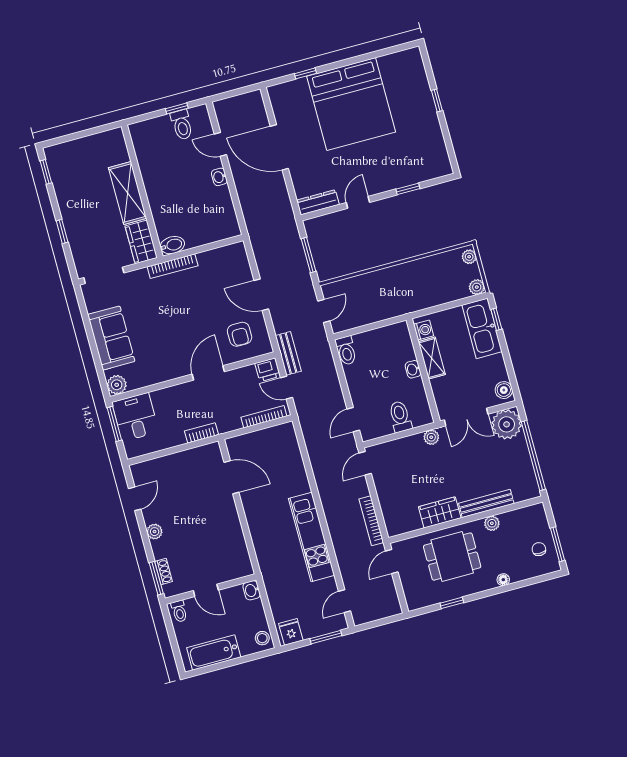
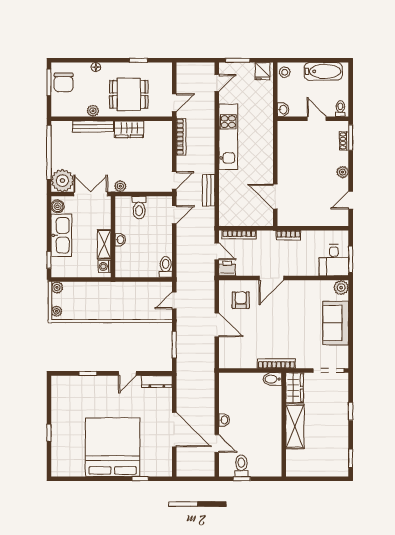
kitchen sink: (482, 328) -> (61, 235), moved
bench: (288, 353) -> (209, 190), moved
chair: (539, 549) -> (64, 82), width x1.87, depth x1.87

